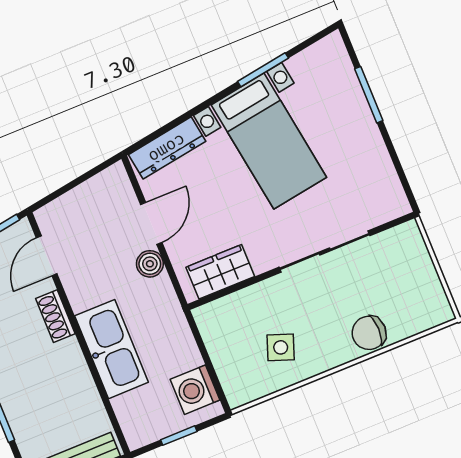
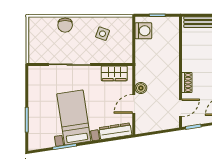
chair: (369, 333) -> (65, 25), turned 90
kitchen sink: (112, 349) -> (170, 60), removed

